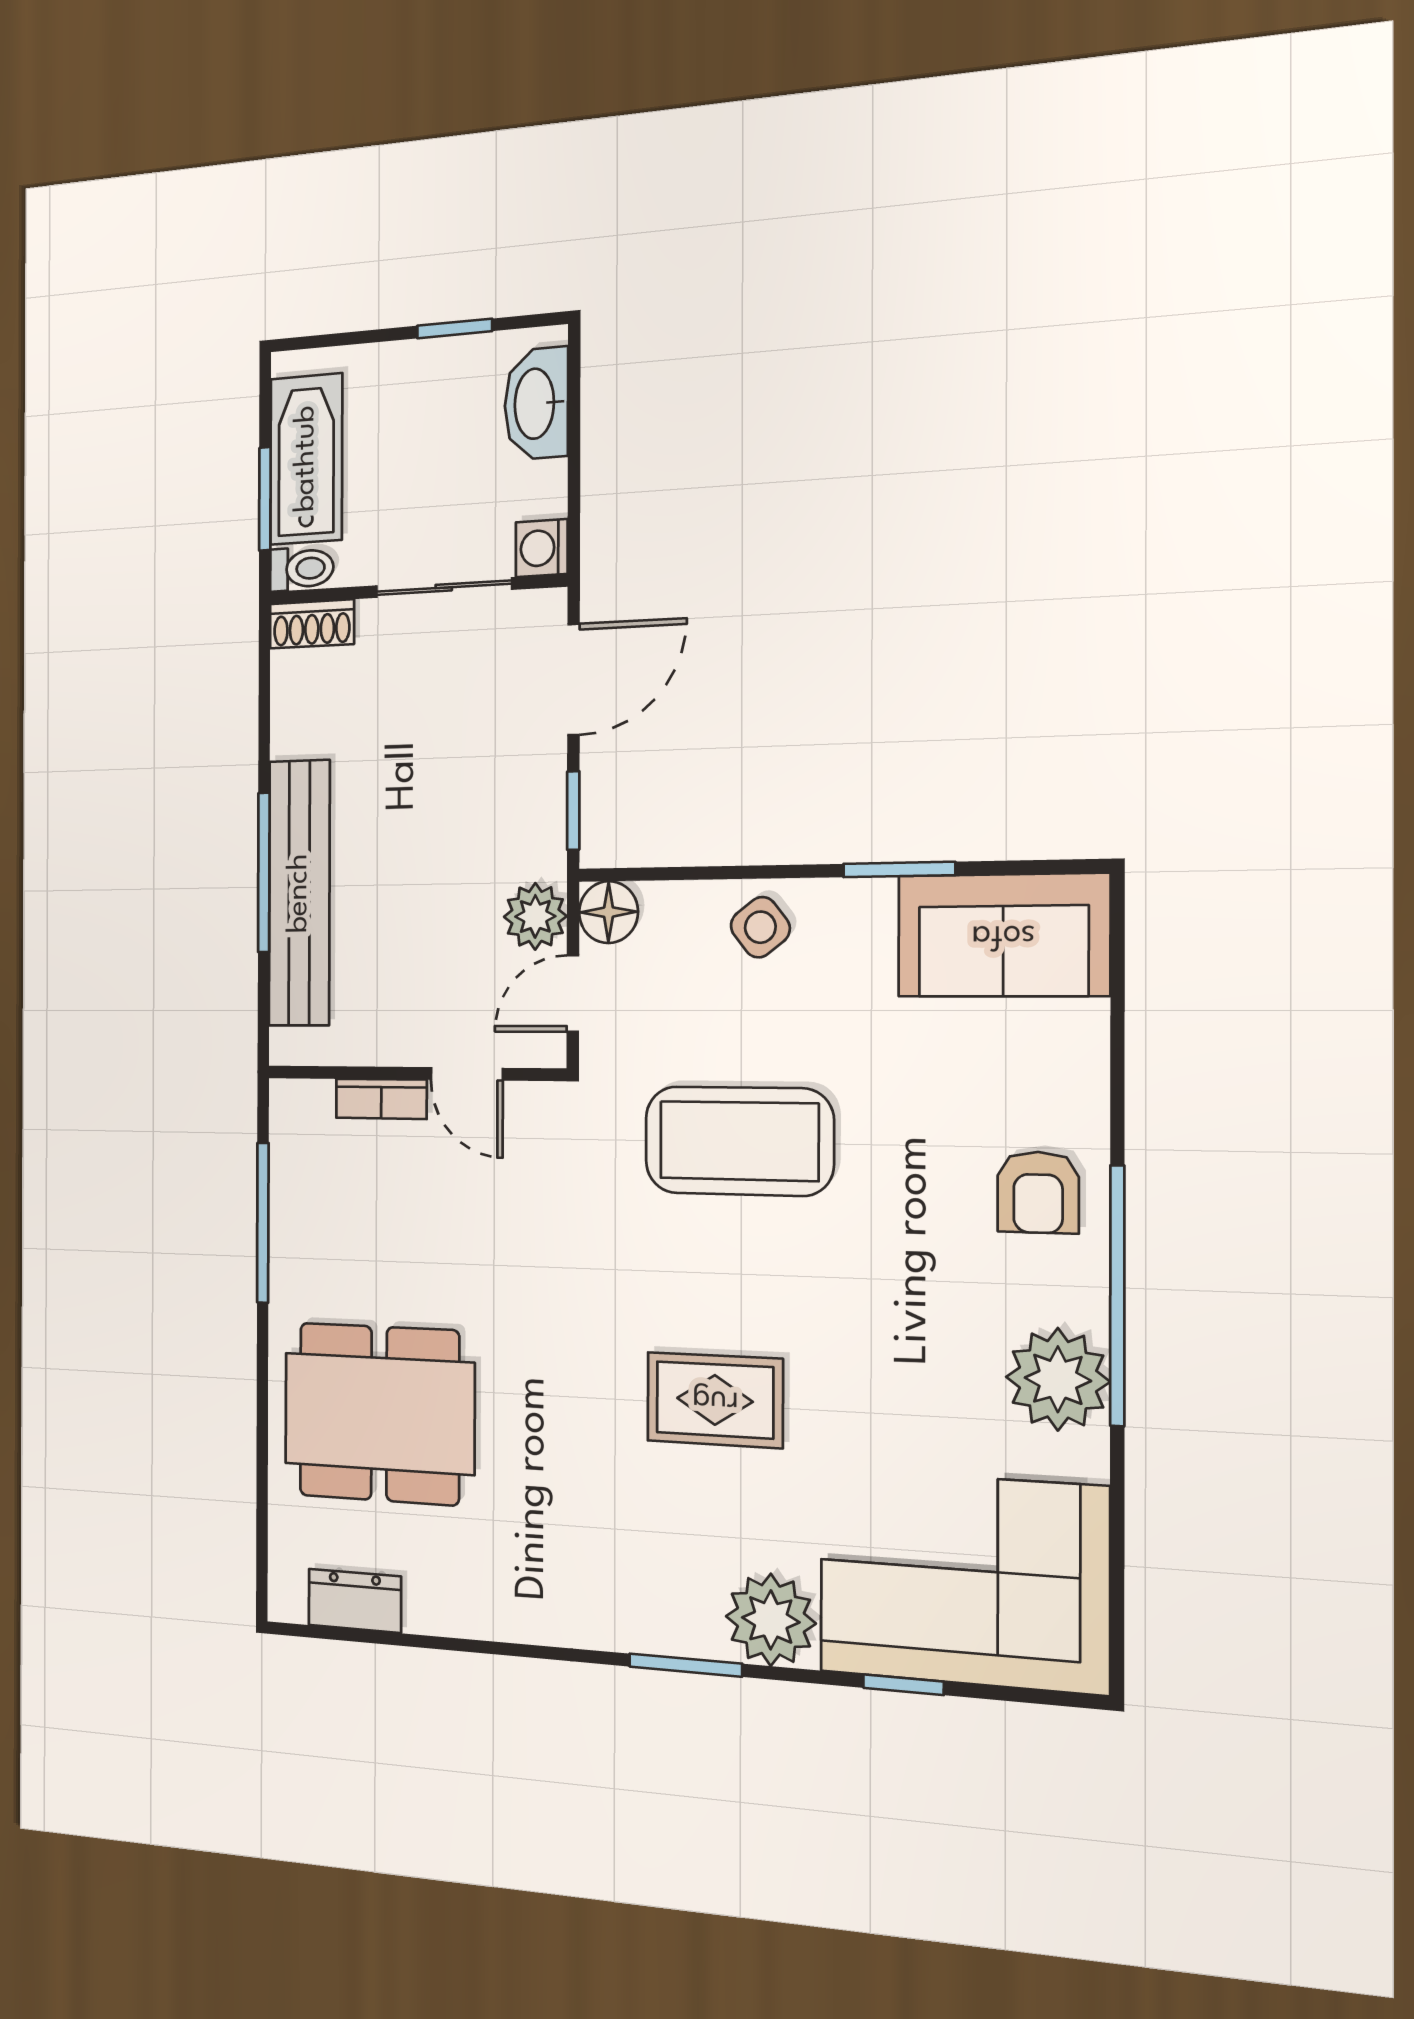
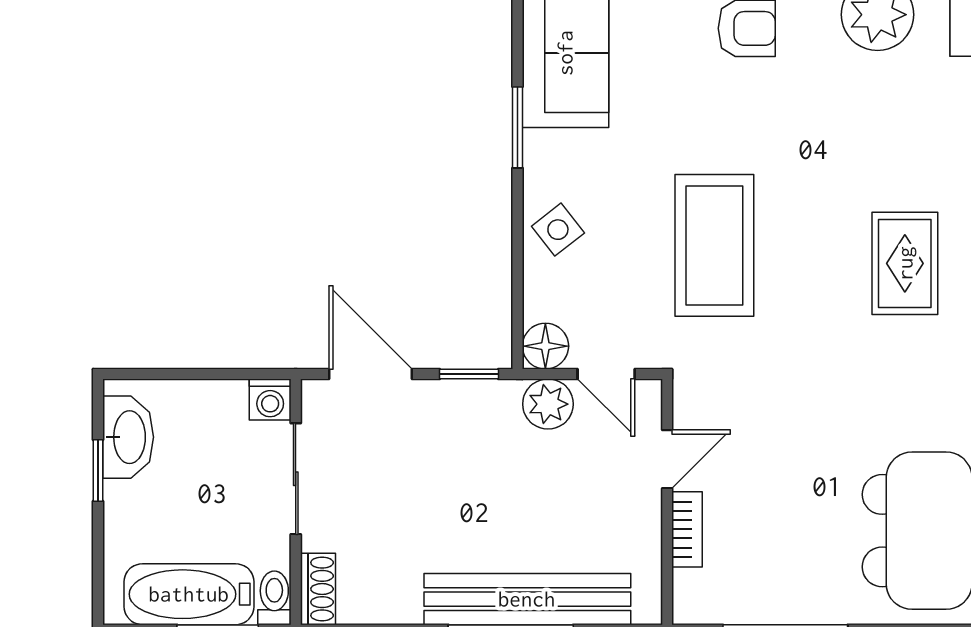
washbasin: (536, 404) -> (128, 437), moved, turned -90

